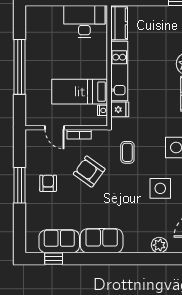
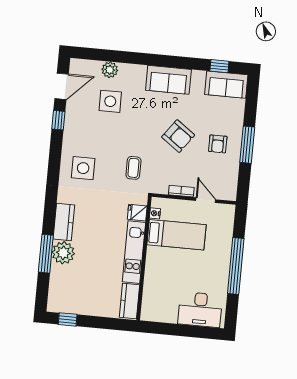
desk: (84, 21) -> (200, 310), moved
armchair: (89, 172) -> (178, 136), moved
side table: (160, 188) -> (110, 101), moved
sofa: (59, 241) -> (226, 85), moved

